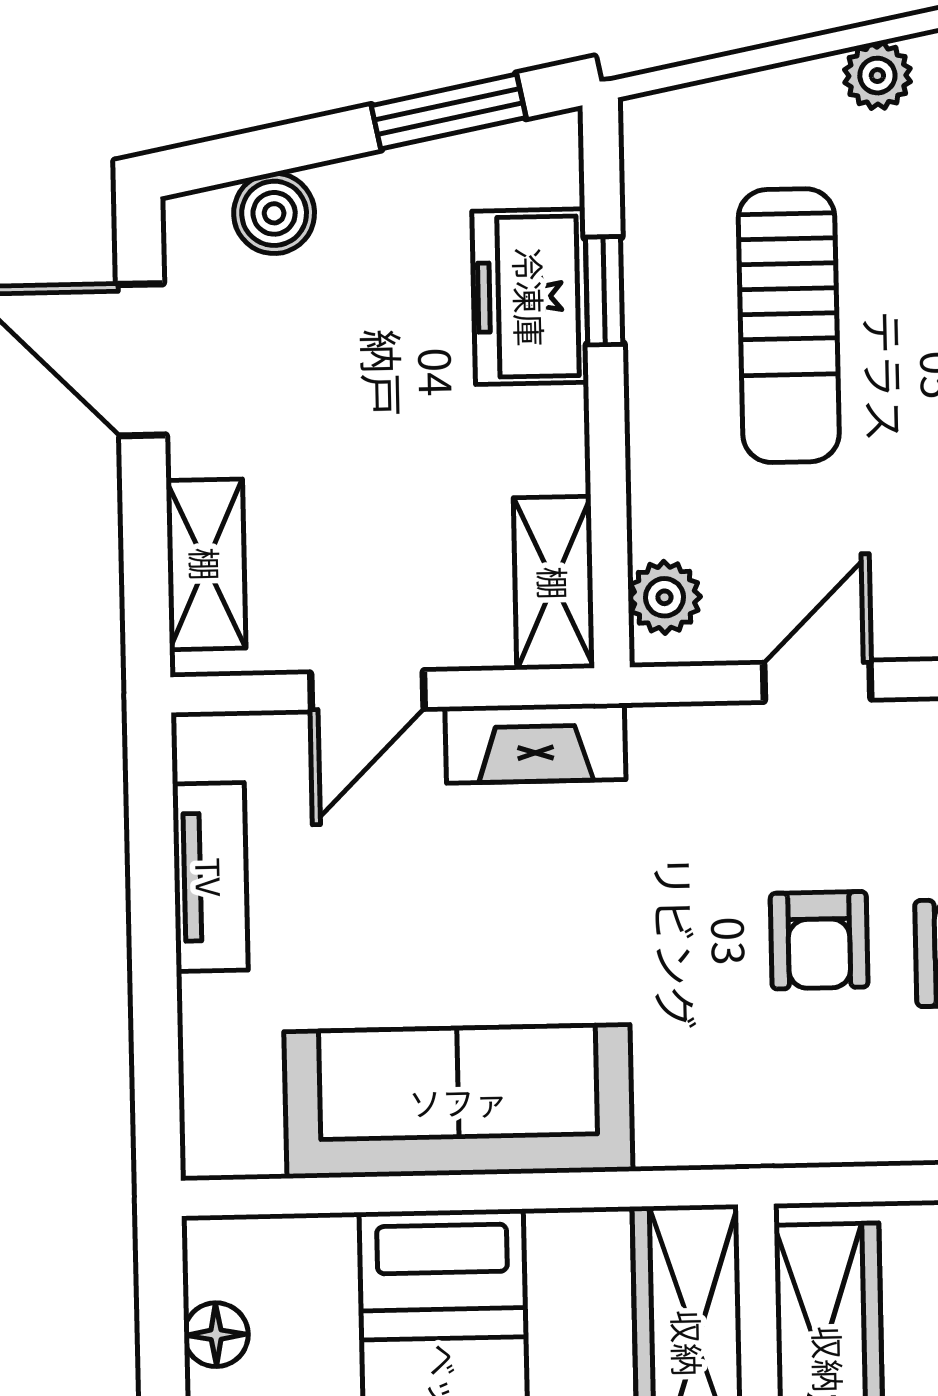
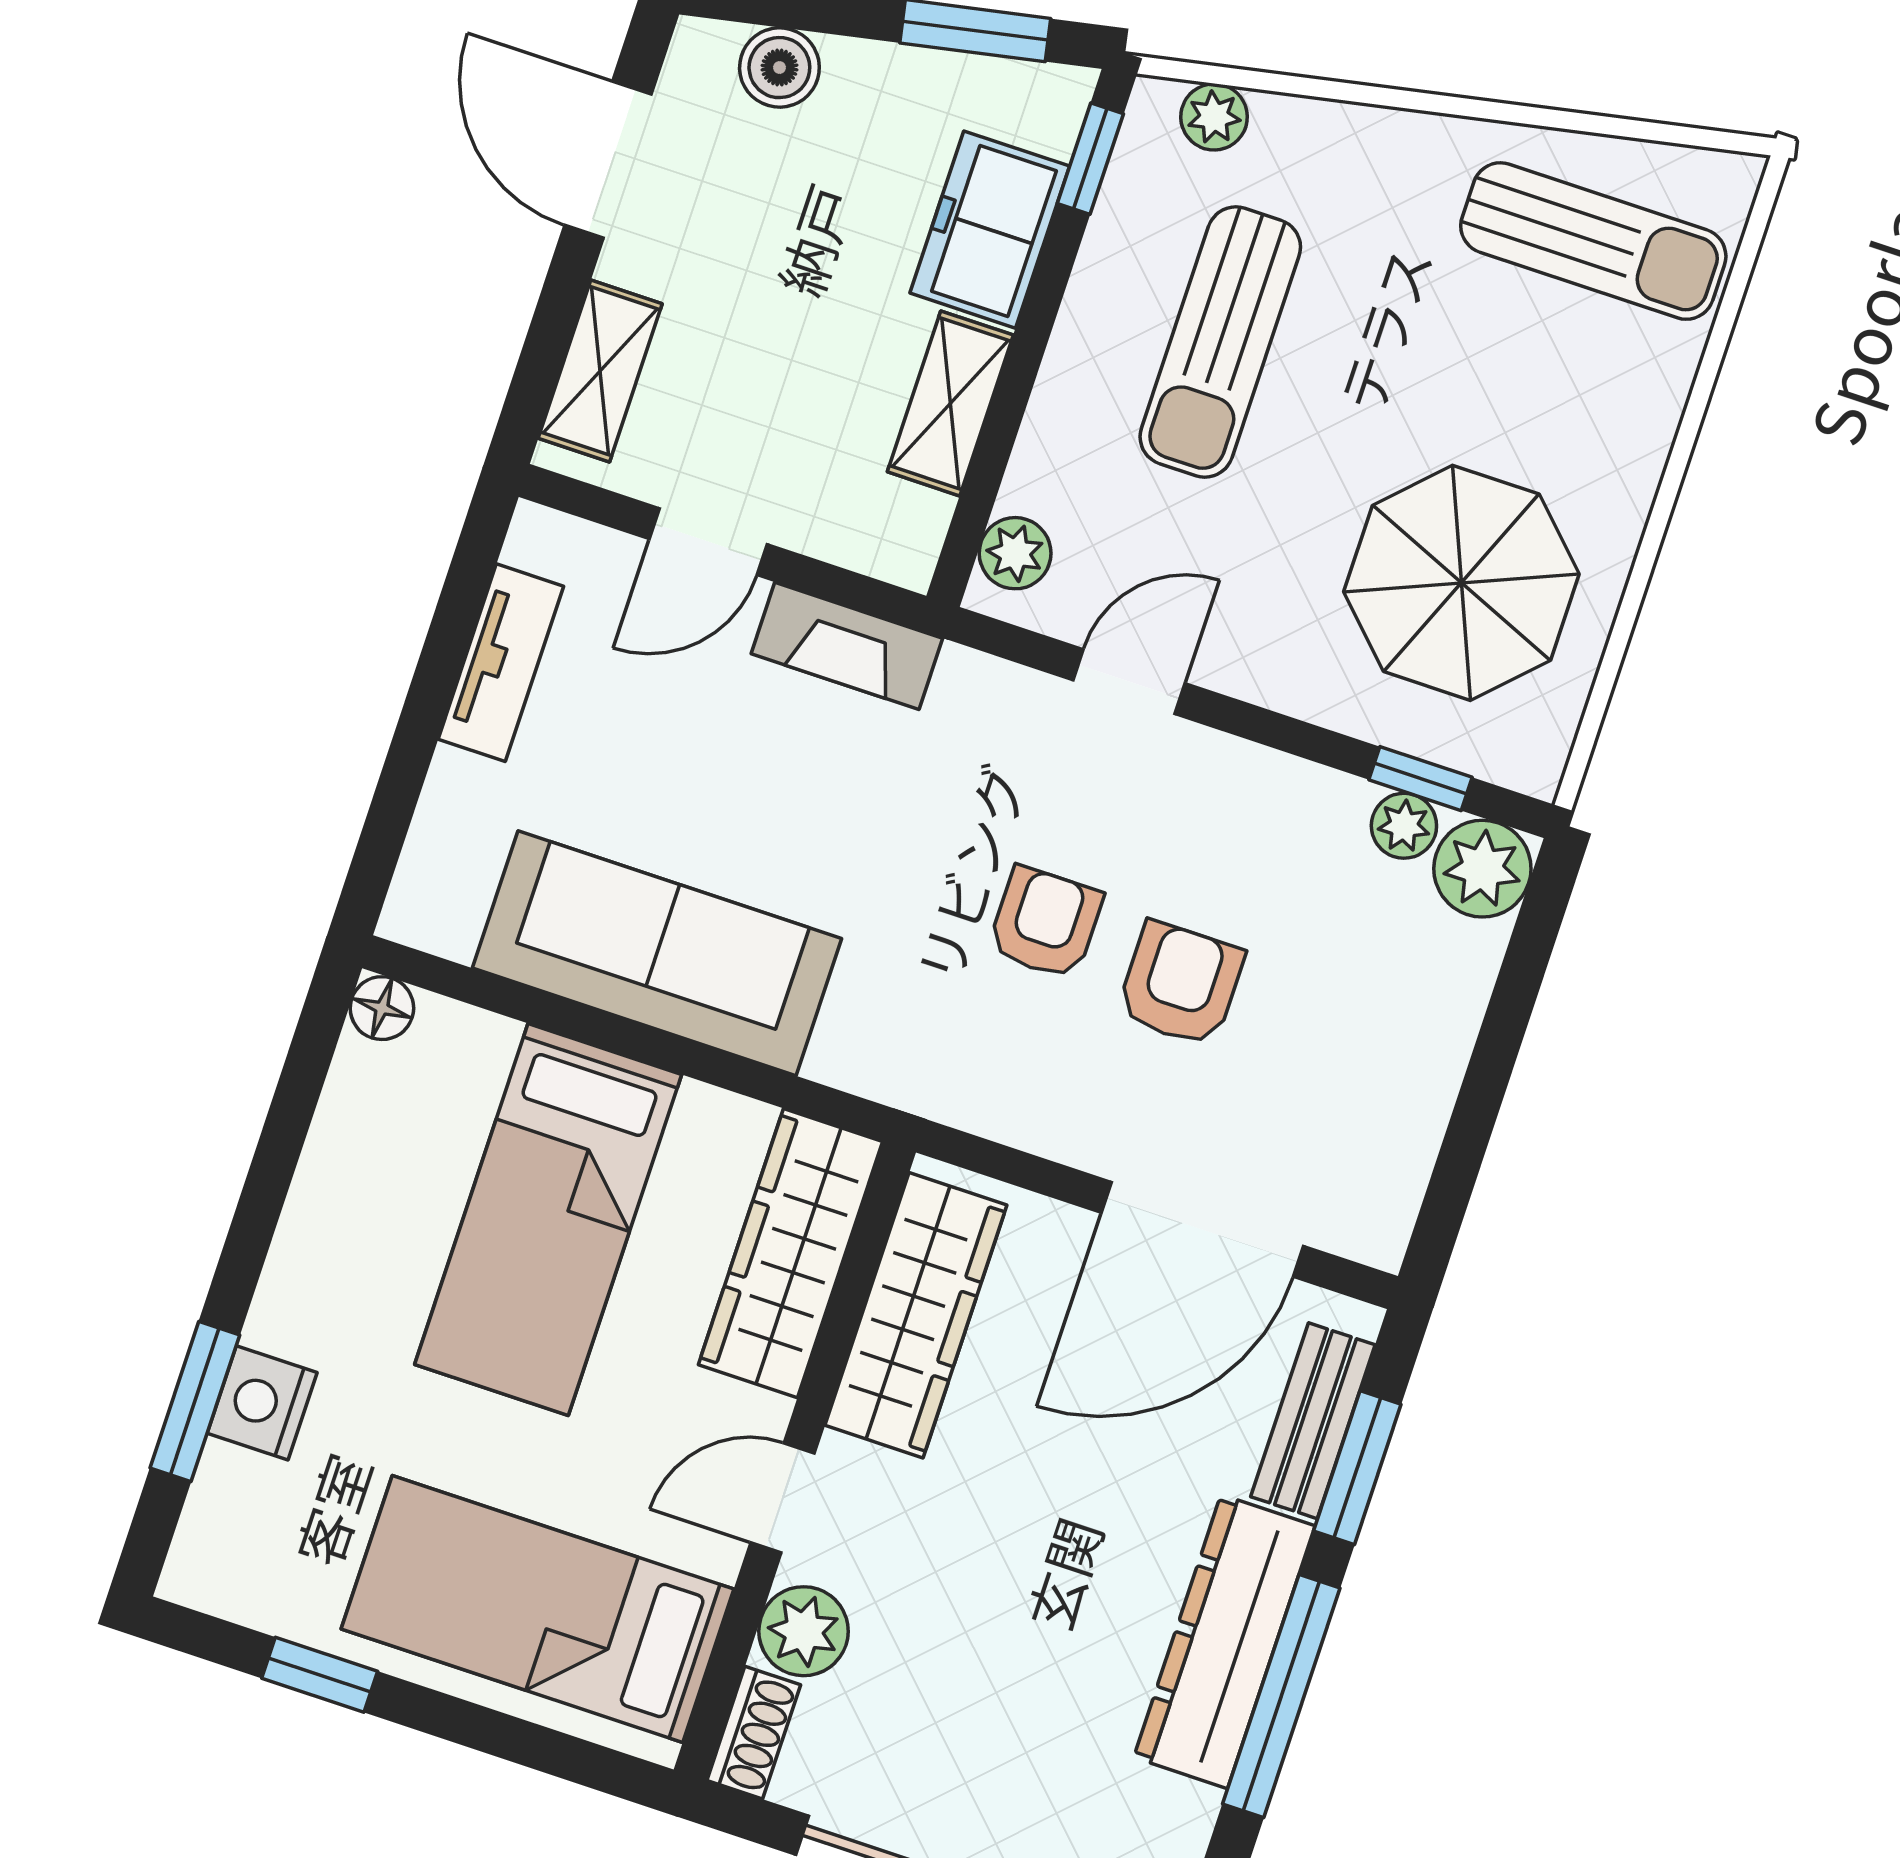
plant: (877, 76) -> (1214, 117), moved
window: (604, 291) -> (1090, 159), moved
shelving: (554, 583) -> (950, 403), moved
armchair: (819, 940) -> (1045, 923), turned 180
floor lamp: (216, 1335) -> (382, 1008), moved

